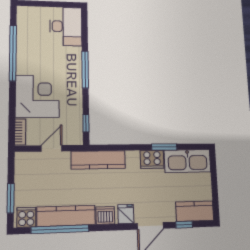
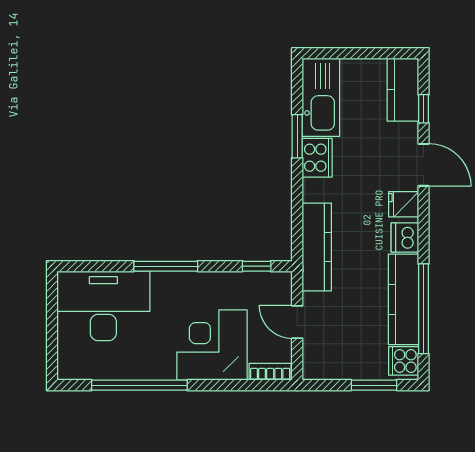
desk: (66, 26) -> (103, 306), width x1.36, depth x1.30

